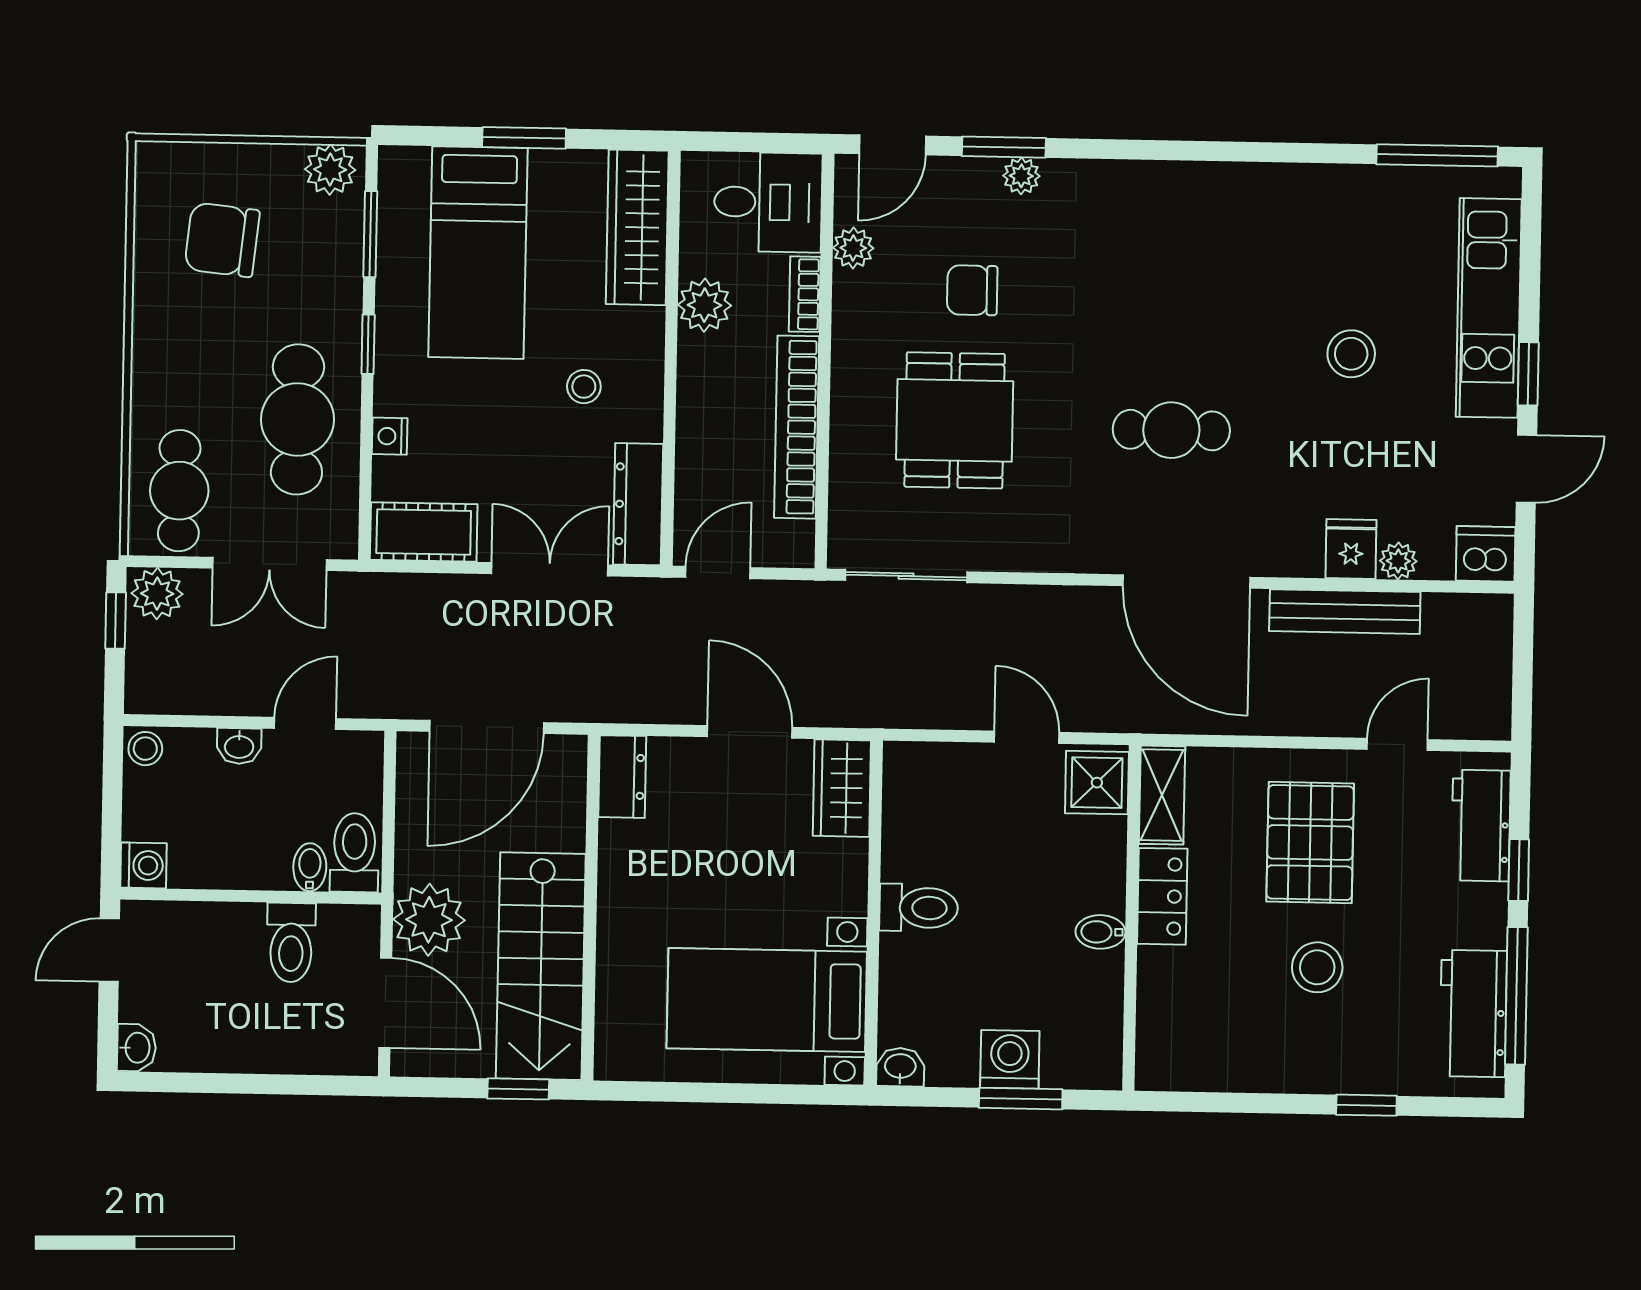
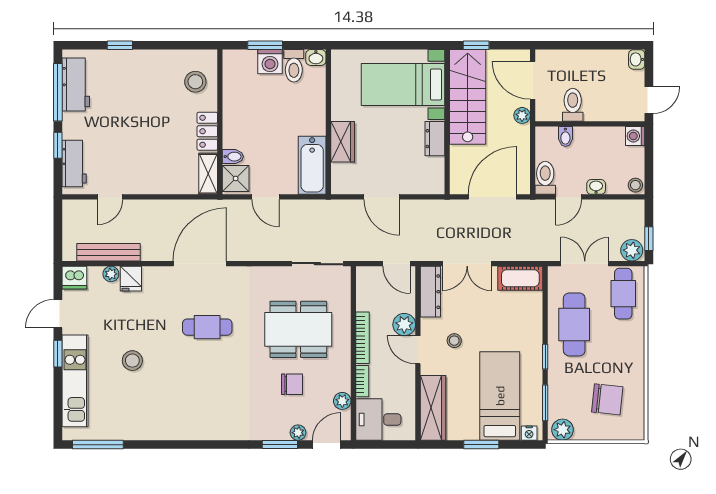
plant: (1021, 176) -> (298, 433), moved
plant: (705, 305) -> (404, 325), moved
door: (671, 366) -> (418, 350), added
dining table: (955, 420) -> (298, 329), width x1.38
bookcase: (797, 427) -> (363, 338), width x0.68, depth x0.76
nightstand: (390, 436) -> (529, 433), moved, turned 90
door: (718, 572) -> (396, 264), hinge flipped
door: (1186, 581) -> (200, 264), hinge flipped
bench: (1345, 612) -> (109, 252), moved
dresser: (622, 777) -> (435, 139), moved
wardrobe: (842, 788) -> (343, 142), moved
bathtub: (914, 811) -> (312, 165), added
pallet: (1310, 843) -> (146, 155), removed
toilet: (354, 853) -> (545, 178), moved, turned 180
toilet: (919, 908) -> (294, 66), moved, turned -90
plant: (429, 920) -> (522, 115), width x0.53, depth x0.53
bidet: (1100, 932) -> (233, 157), moved
stool: (1317, 967) -> (195, 82), moved
bed with nightstands: (767, 1000) -> (403, 85), moved, turned 180

